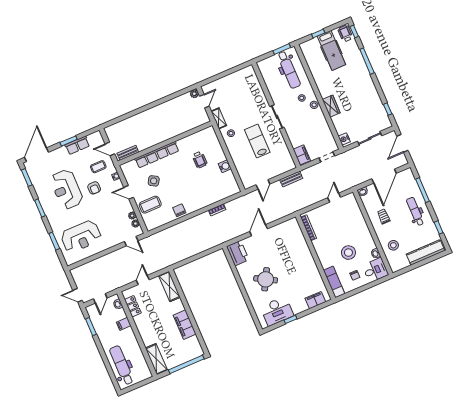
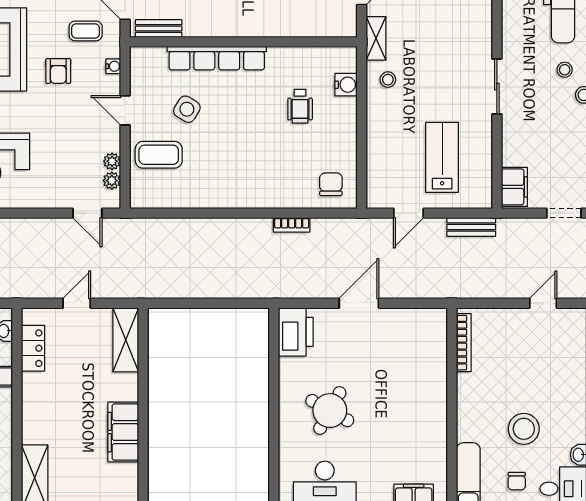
lab bench: (257, 141) -> (442, 157), moved
water cooler: (225, 166) -> (346, 85), moved
chair: (179, 210) -> (331, 184), moved

